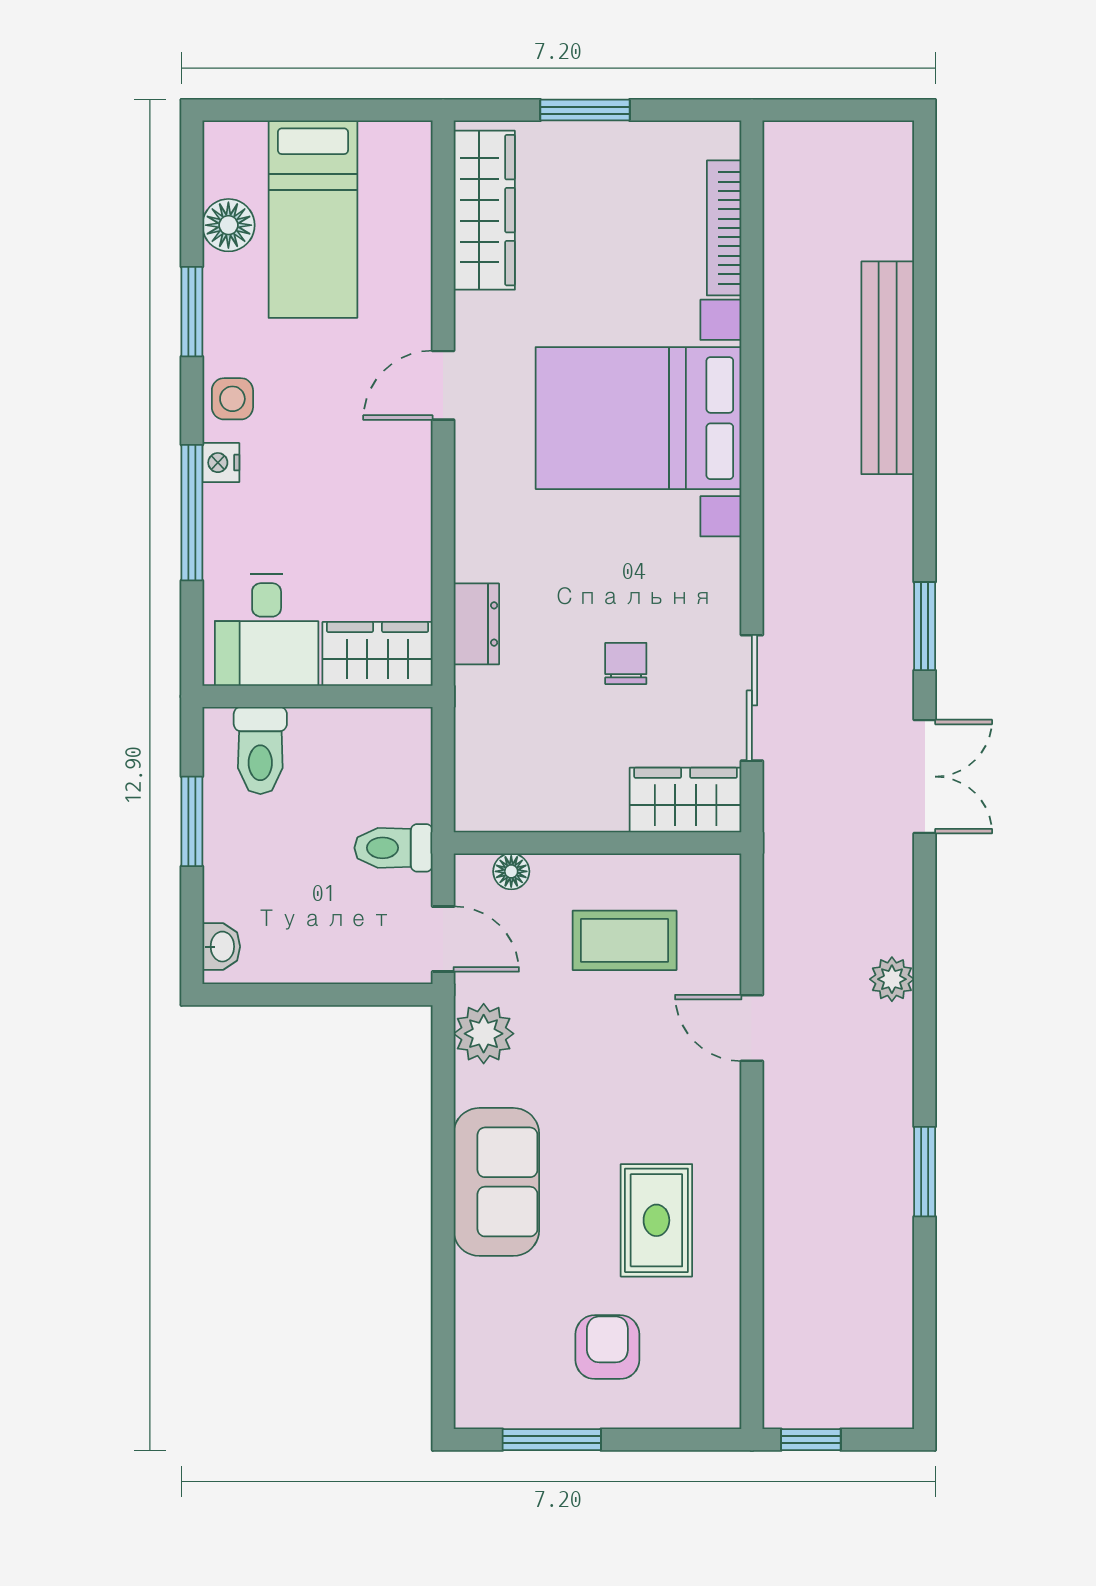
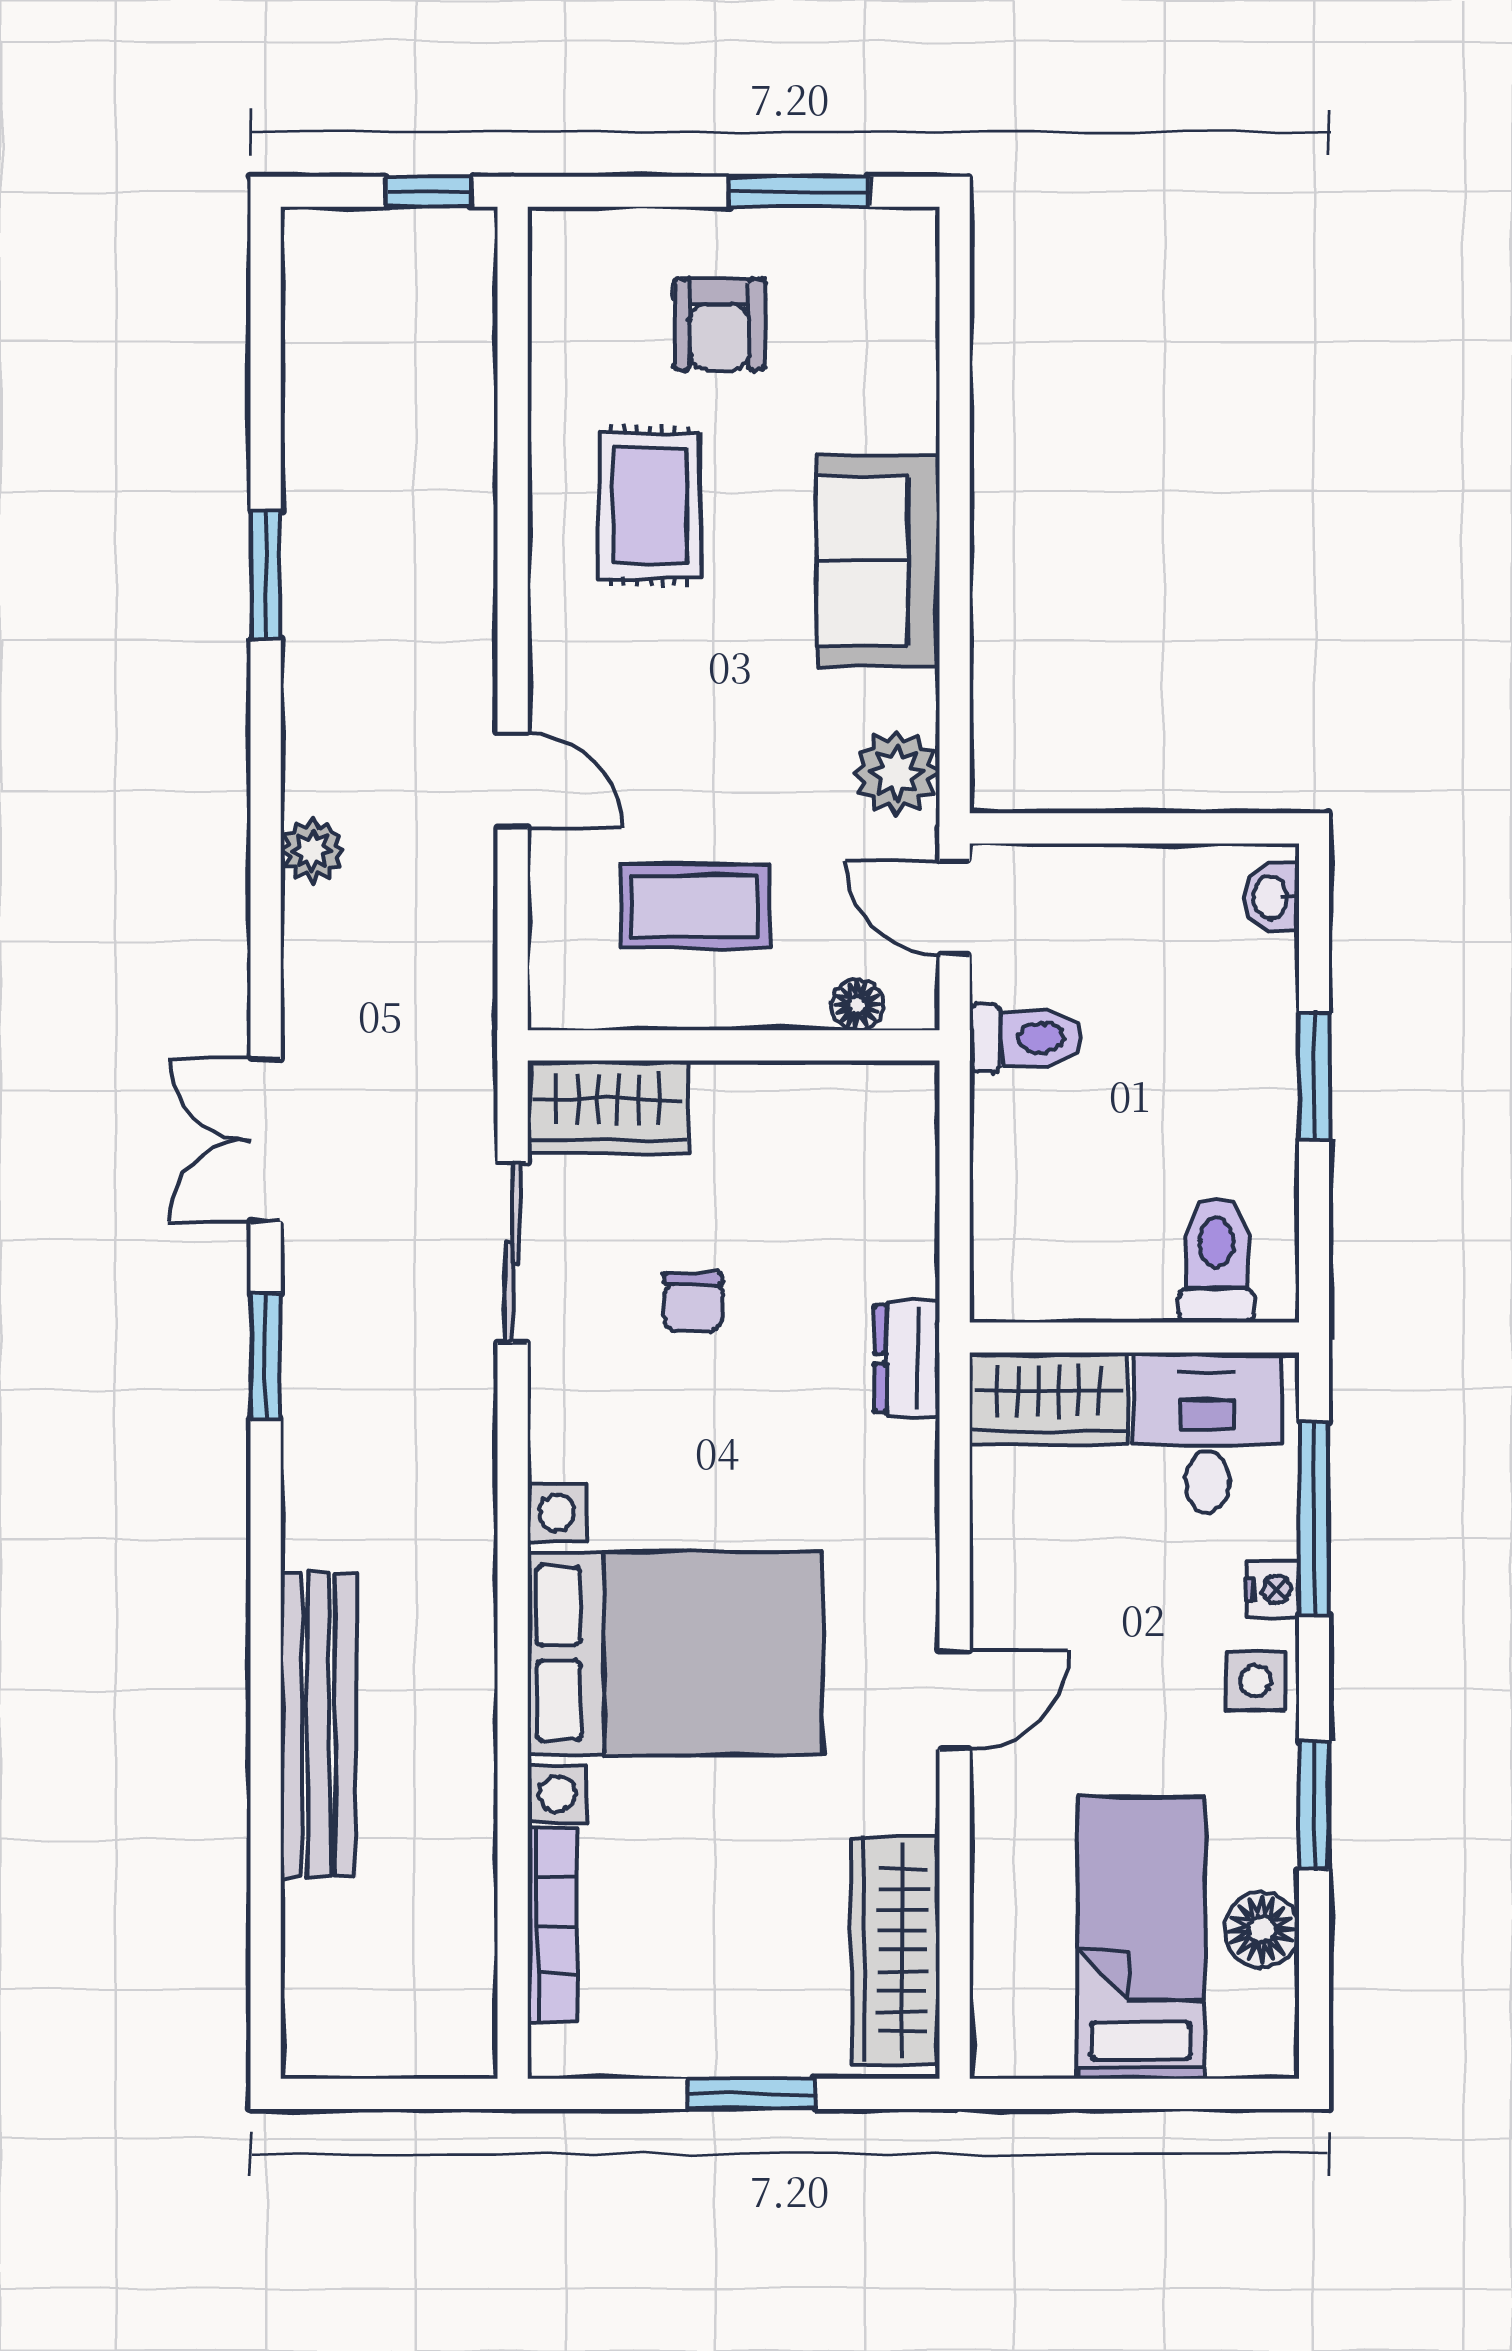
desk: (267, 630) -> (1207, 1432), moved
wardrobe: (378, 654) -> (1048, 1398), moved
wall: (317, 696) -> (1134, 1338), moved
toilet: (260, 750) -> (1216, 1260), moved

